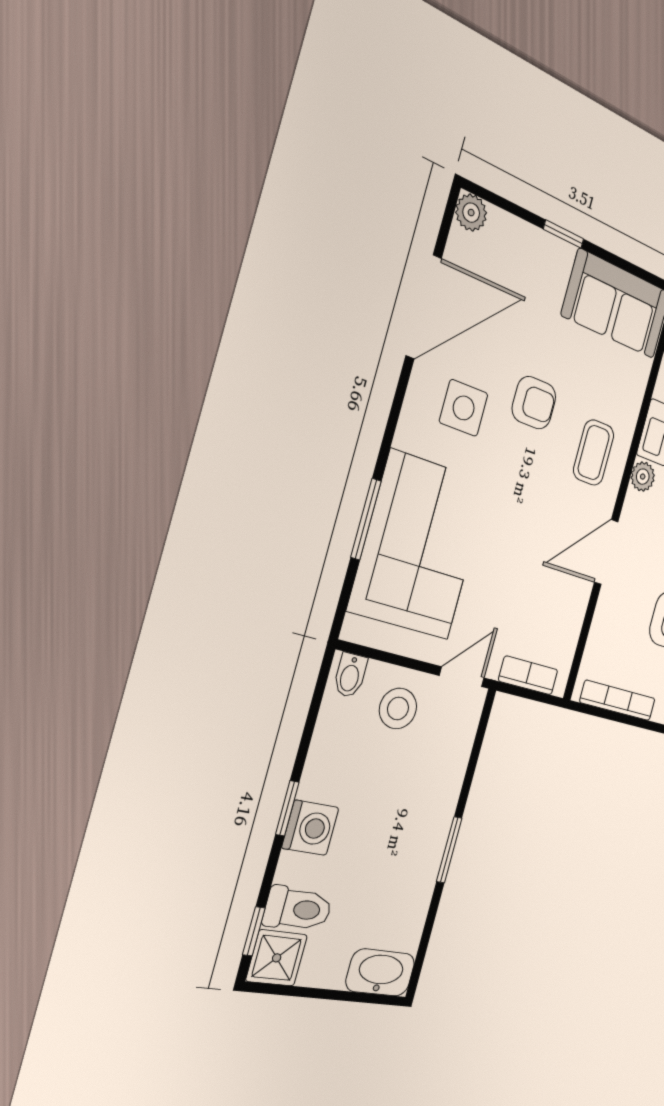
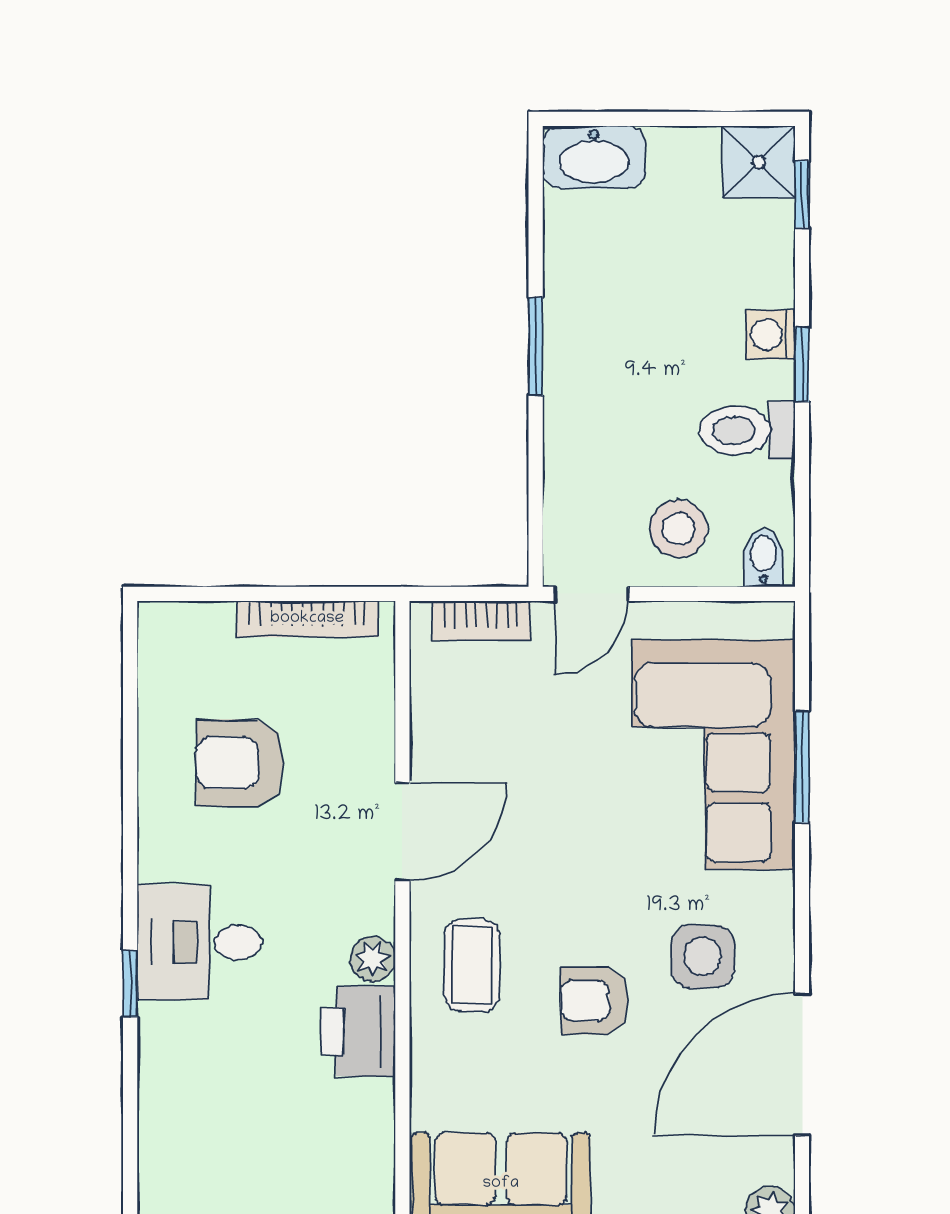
washing machine: (310, 828) -> (770, 335), width x0.73, depth x0.73
toilet: (298, 909) -> (747, 431), moved

